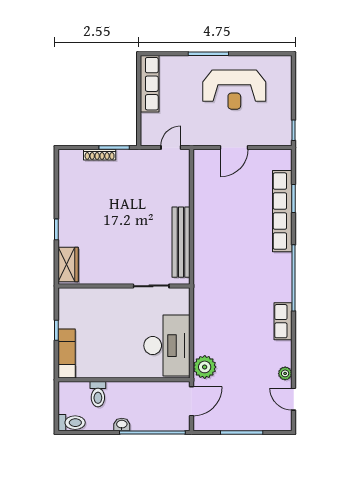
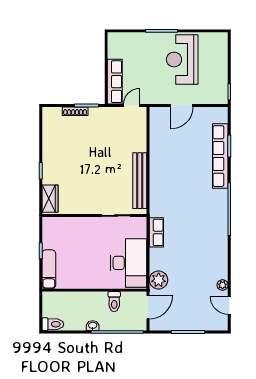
row of seats: (150, 84) -> (115, 82), moved
reception desk: (234, 90) -> (182, 60), turned 90
row of seats: (283, 321) -> (156, 232), moved, turned 180
toilet: (98, 394) -> (114, 302), moved

